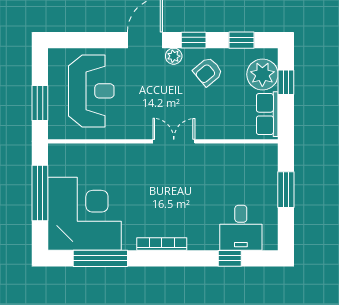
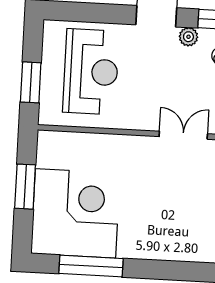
window: (40, 193) -> (25, 187), width x0.69
bookcase: (162, 244) -> (163, 253), removed

